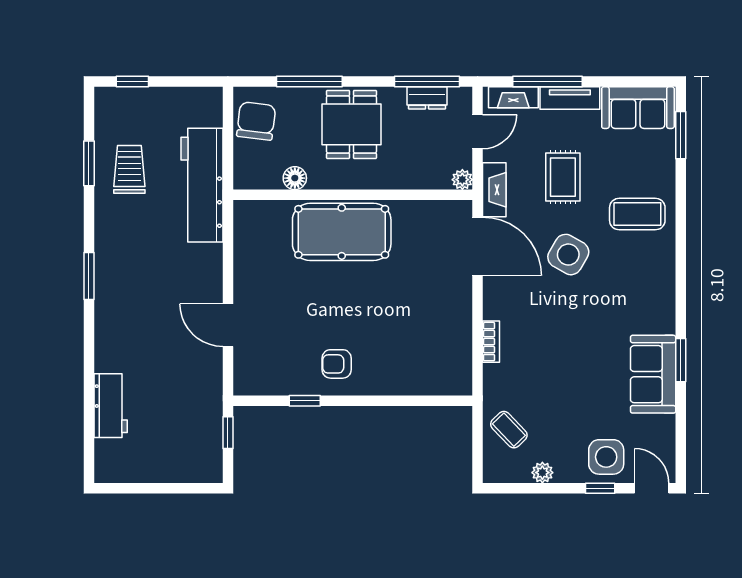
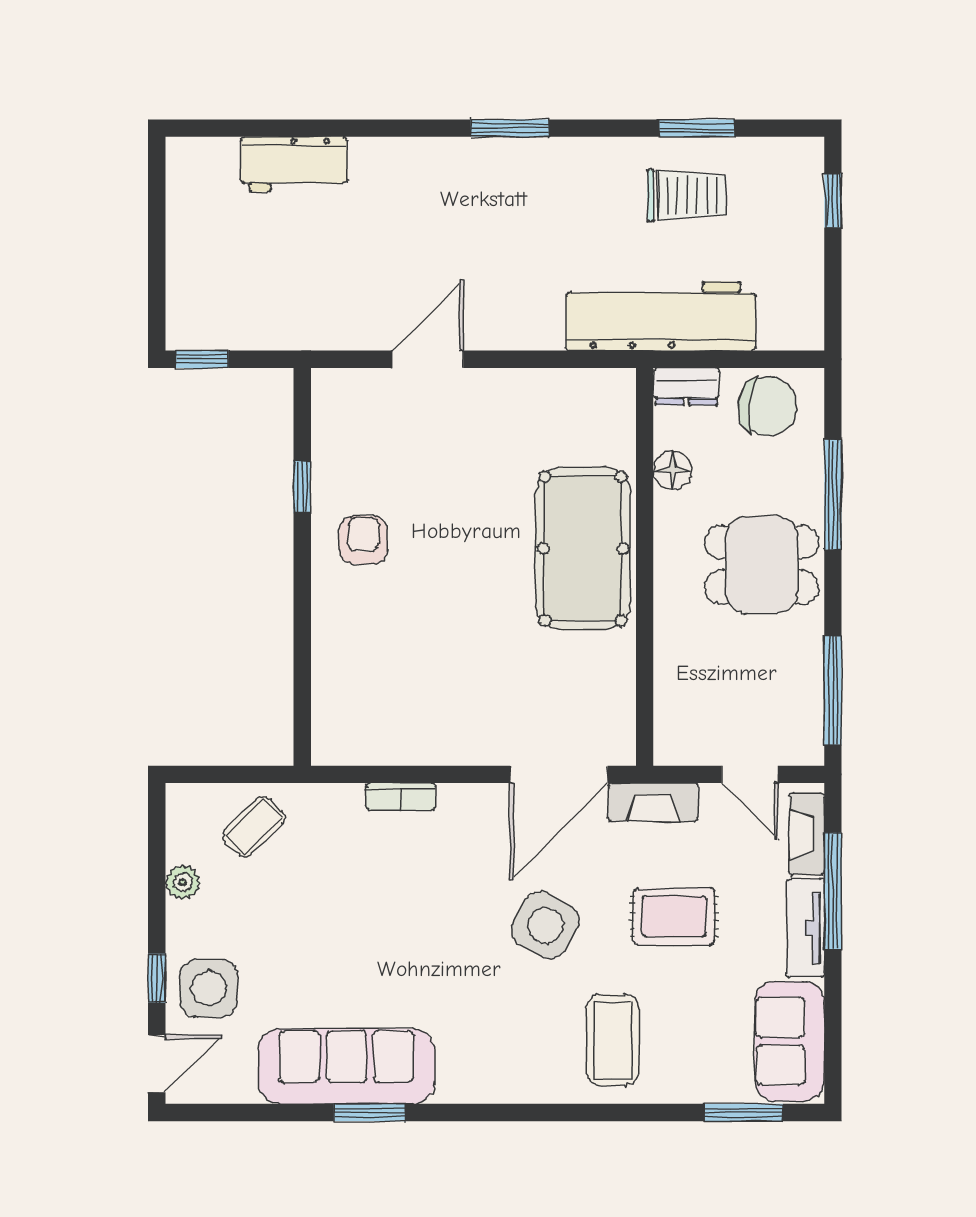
dresser: (427, 98) -> (686, 386), moved, turned -90
plant: (462, 180) -> (670, 749), removed
sofa: (653, 374) -> (346, 1066), width x1.36
window: (228, 433) -> (202, 359), moved

